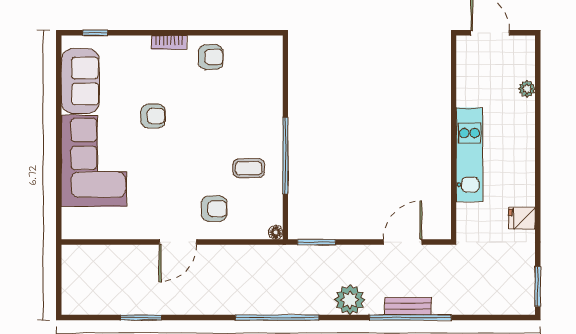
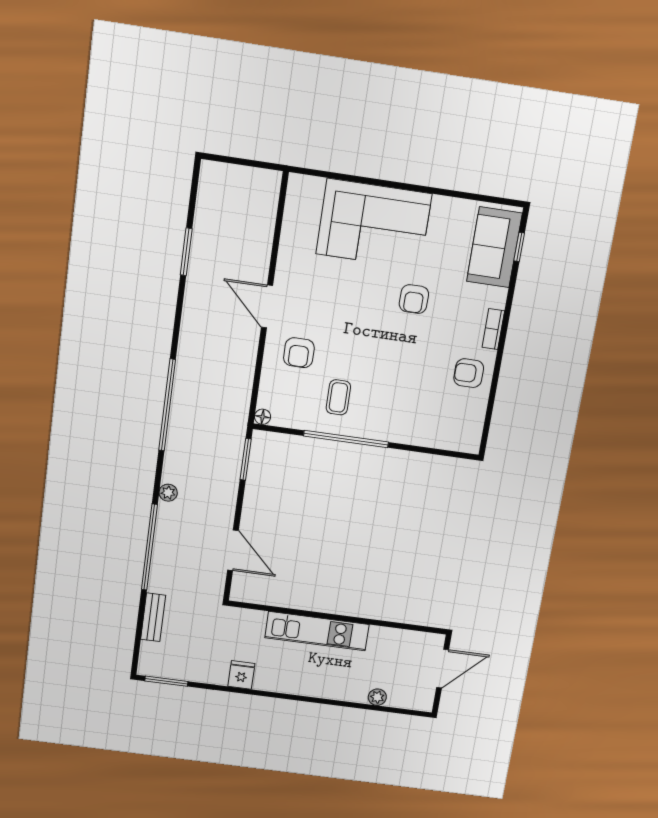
armchair: (211, 57) -> (469, 373), turned 90
sofa: (80, 81) -> (494, 247), moved, turned 90
plant: (350, 300) -> (168, 493), width x0.53, depth x0.53
bench: (408, 306) -> (153, 617), moved

